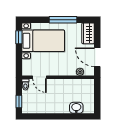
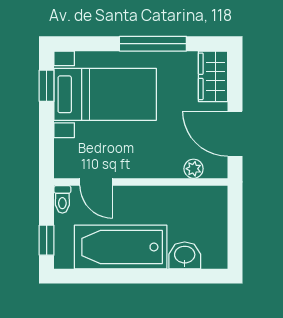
bathtub: (50, 104) -> (121, 247), added

